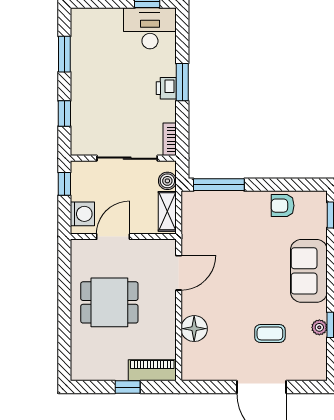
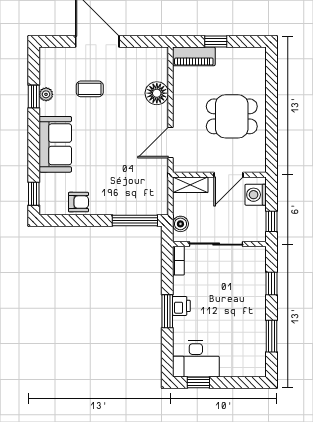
shelving: (167, 211) -> (190, 185), moved, turned 90

